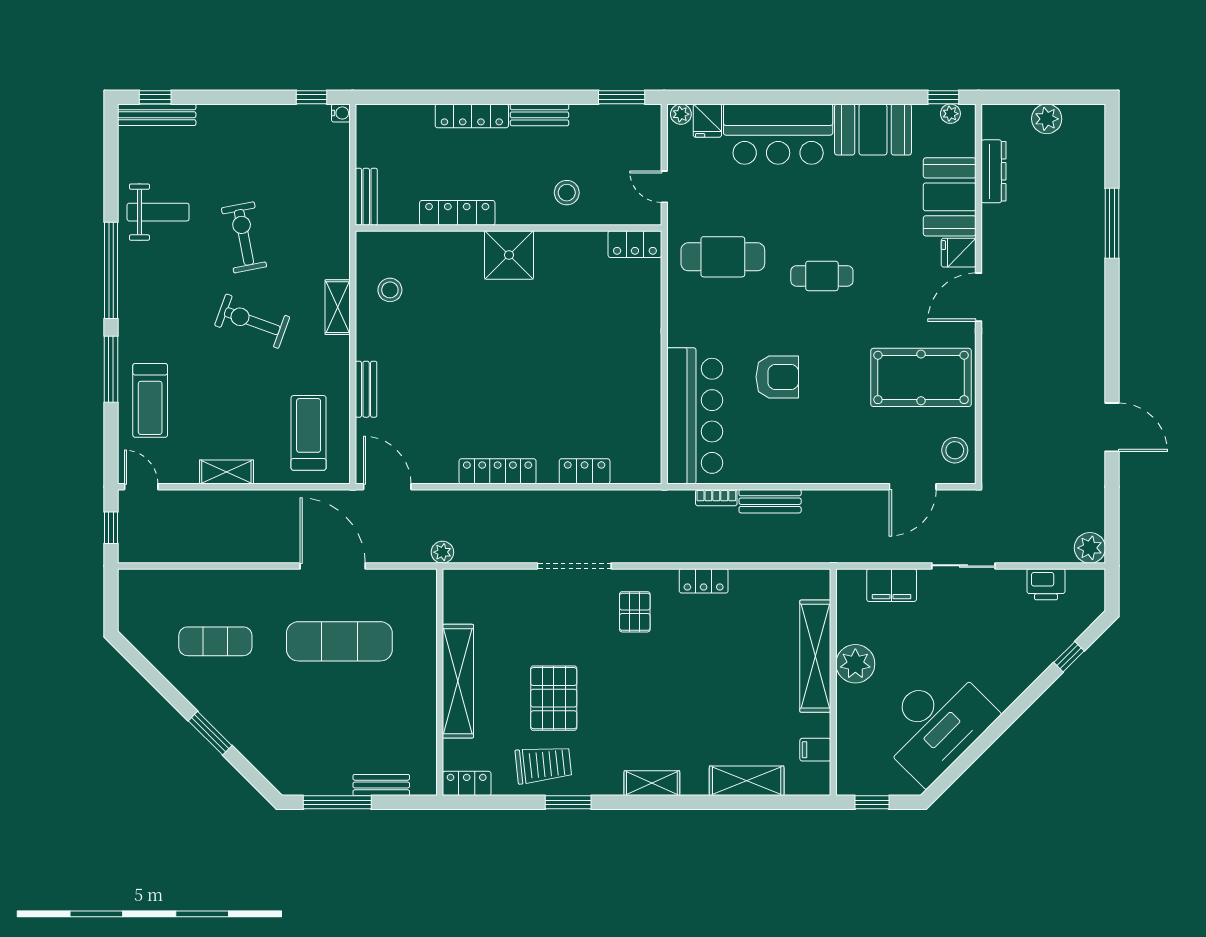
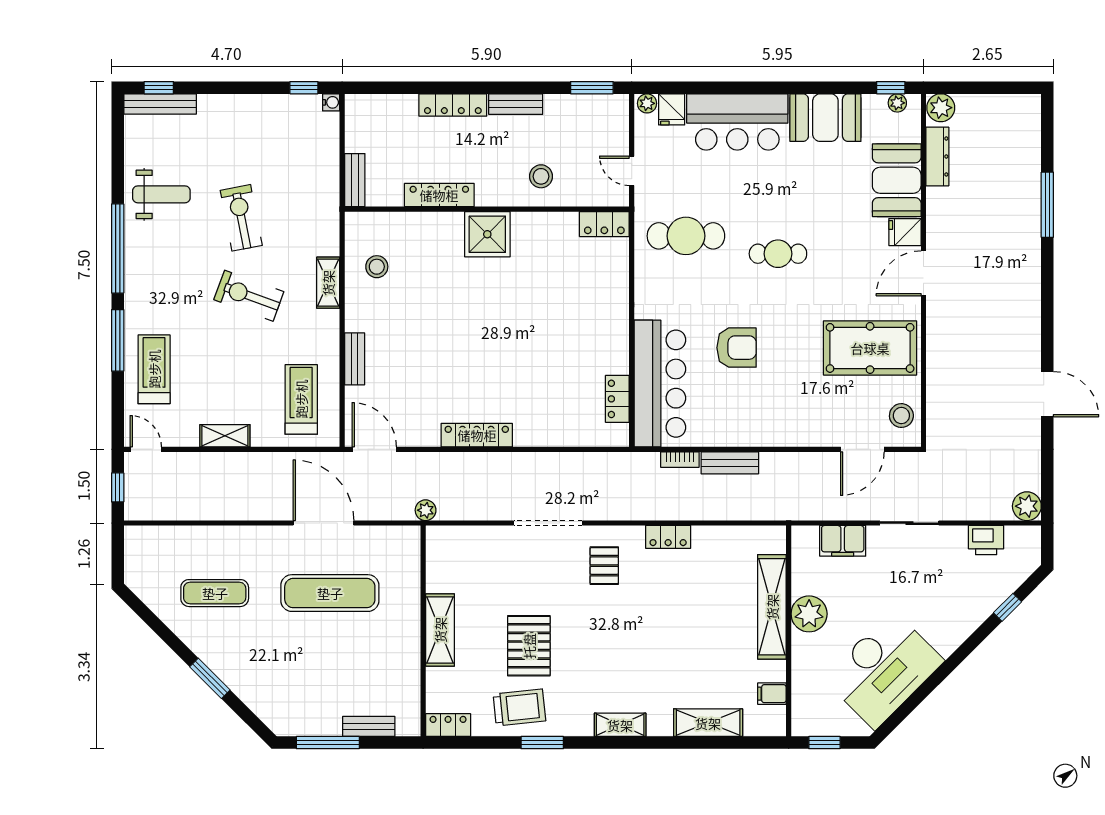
plant: (1047, 119) -> (941, 108), moved
treadmill: (150, 400) -> (154, 369), turned 180
locker: (585, 471) -> (617, 399), moved, turned -90
shelving: (458, 681) -> (440, 630), width x0.68

